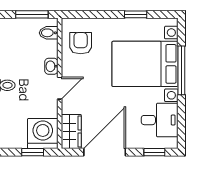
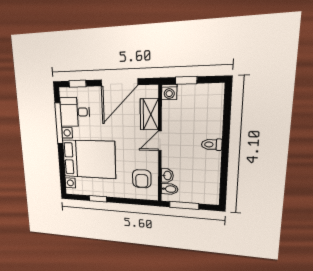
washbasin: (51, 66) -> (167, 176), moved
window: (181, 70) -> (59, 123), moved
wardrobe: (71, 131) -> (149, 114), moved
washing machine: (43, 134) -> (169, 92), width x0.53, depth x0.53

